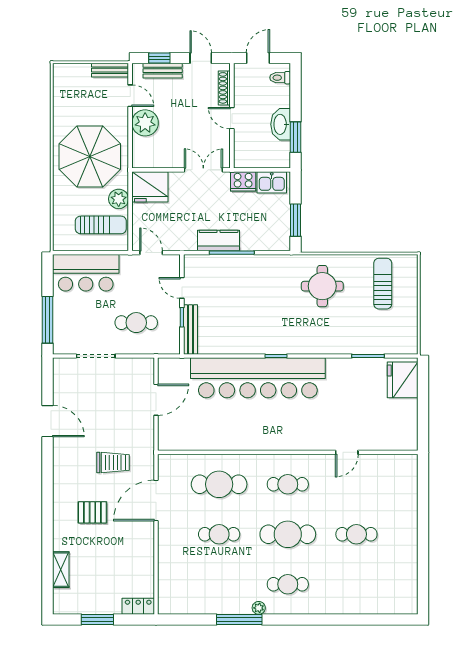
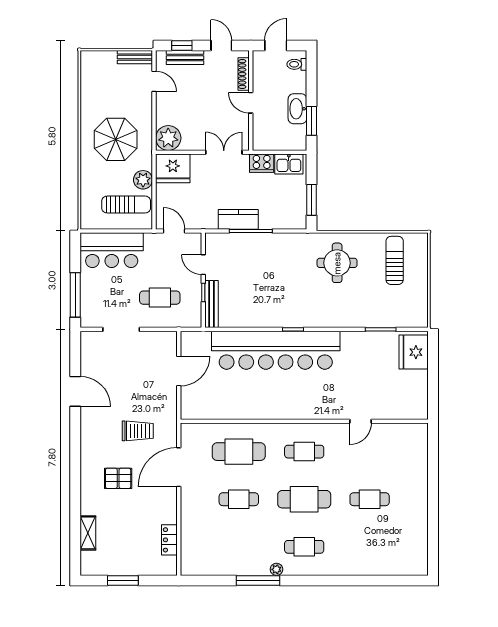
plant: (145, 123) -> (168, 138), moved
parasol: (90, 157) -> (116, 139), width x0.73, depth x0.73
locker: (138, 606) -> (169, 540), moved, turned -90

